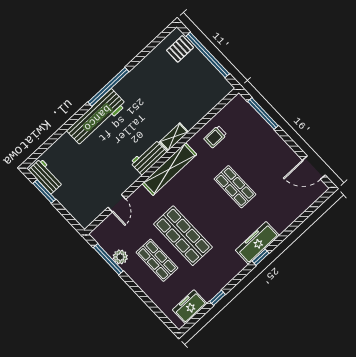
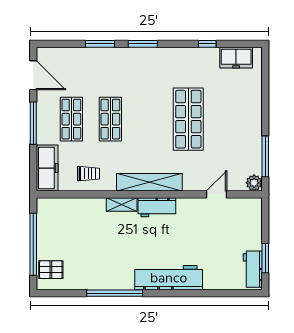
window: (108, 87) -> (115, 293), moved
window: (263, 114) -> (33, 123), moved
window: (289, 230) -> (100, 44), added
freezer: (257, 243) -> (47, 168), moved, turned -90
plant: (120, 257) -> (254, 183), moved
window: (261, 257) -> (143, 44), width x1.50
shop shelf: (157, 260) -> (71, 119), moved

